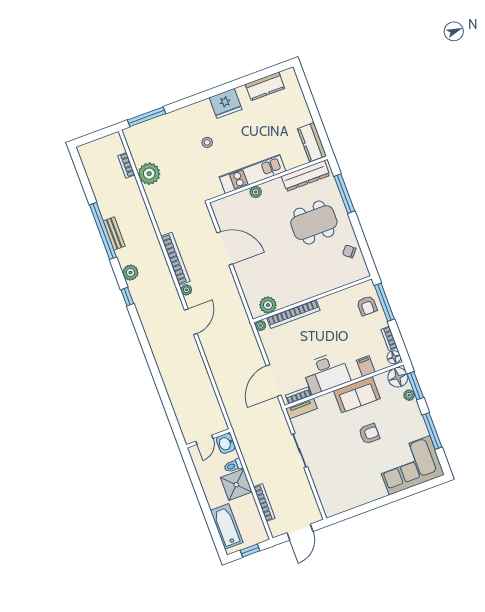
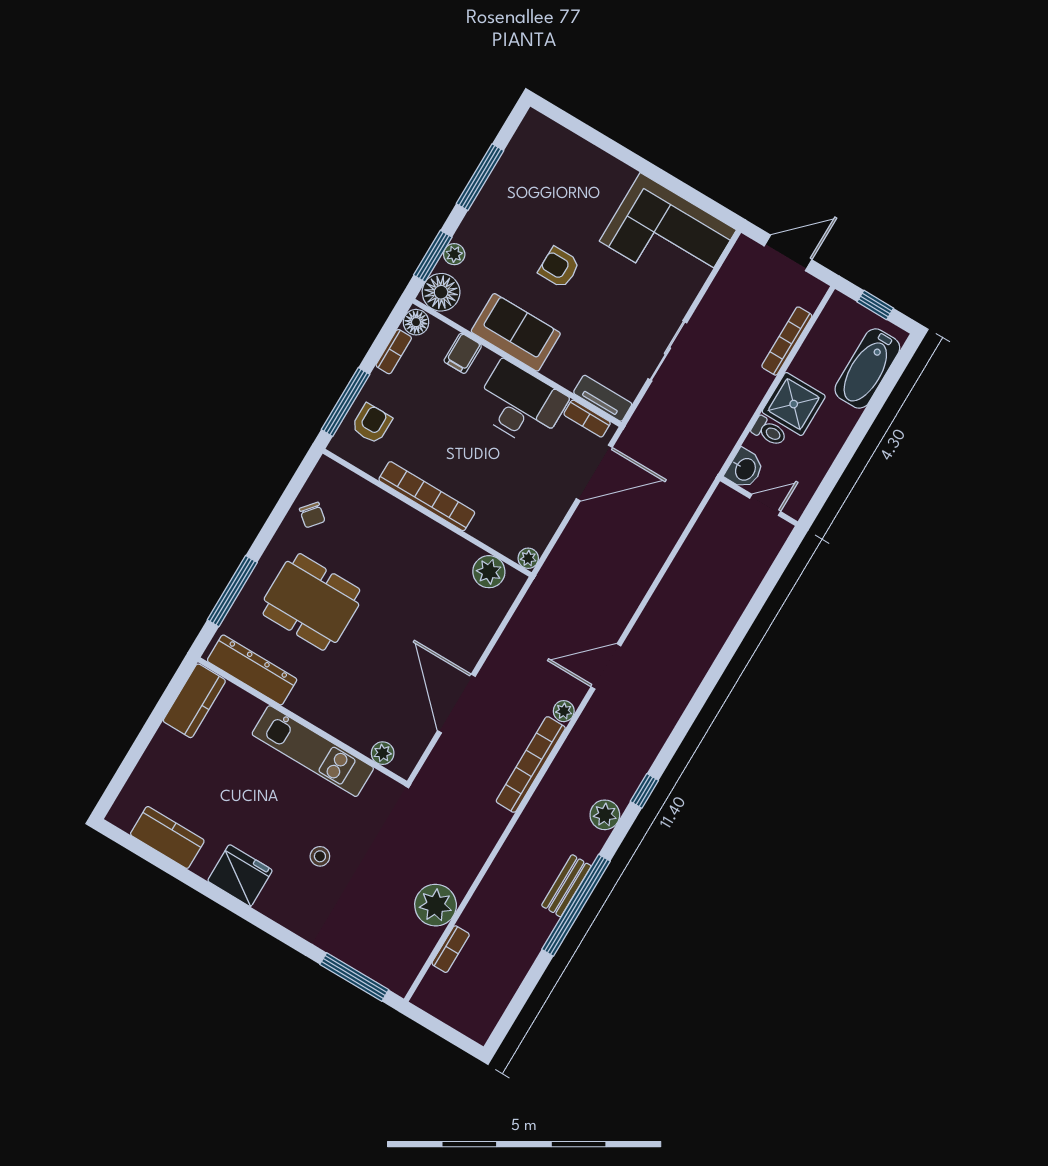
plant: (256, 192) -> (383, 753), moved
bookcase: (293, 314) -> (427, 496), moved
corner sofa: (410, 465) -> (668, 236), moved

